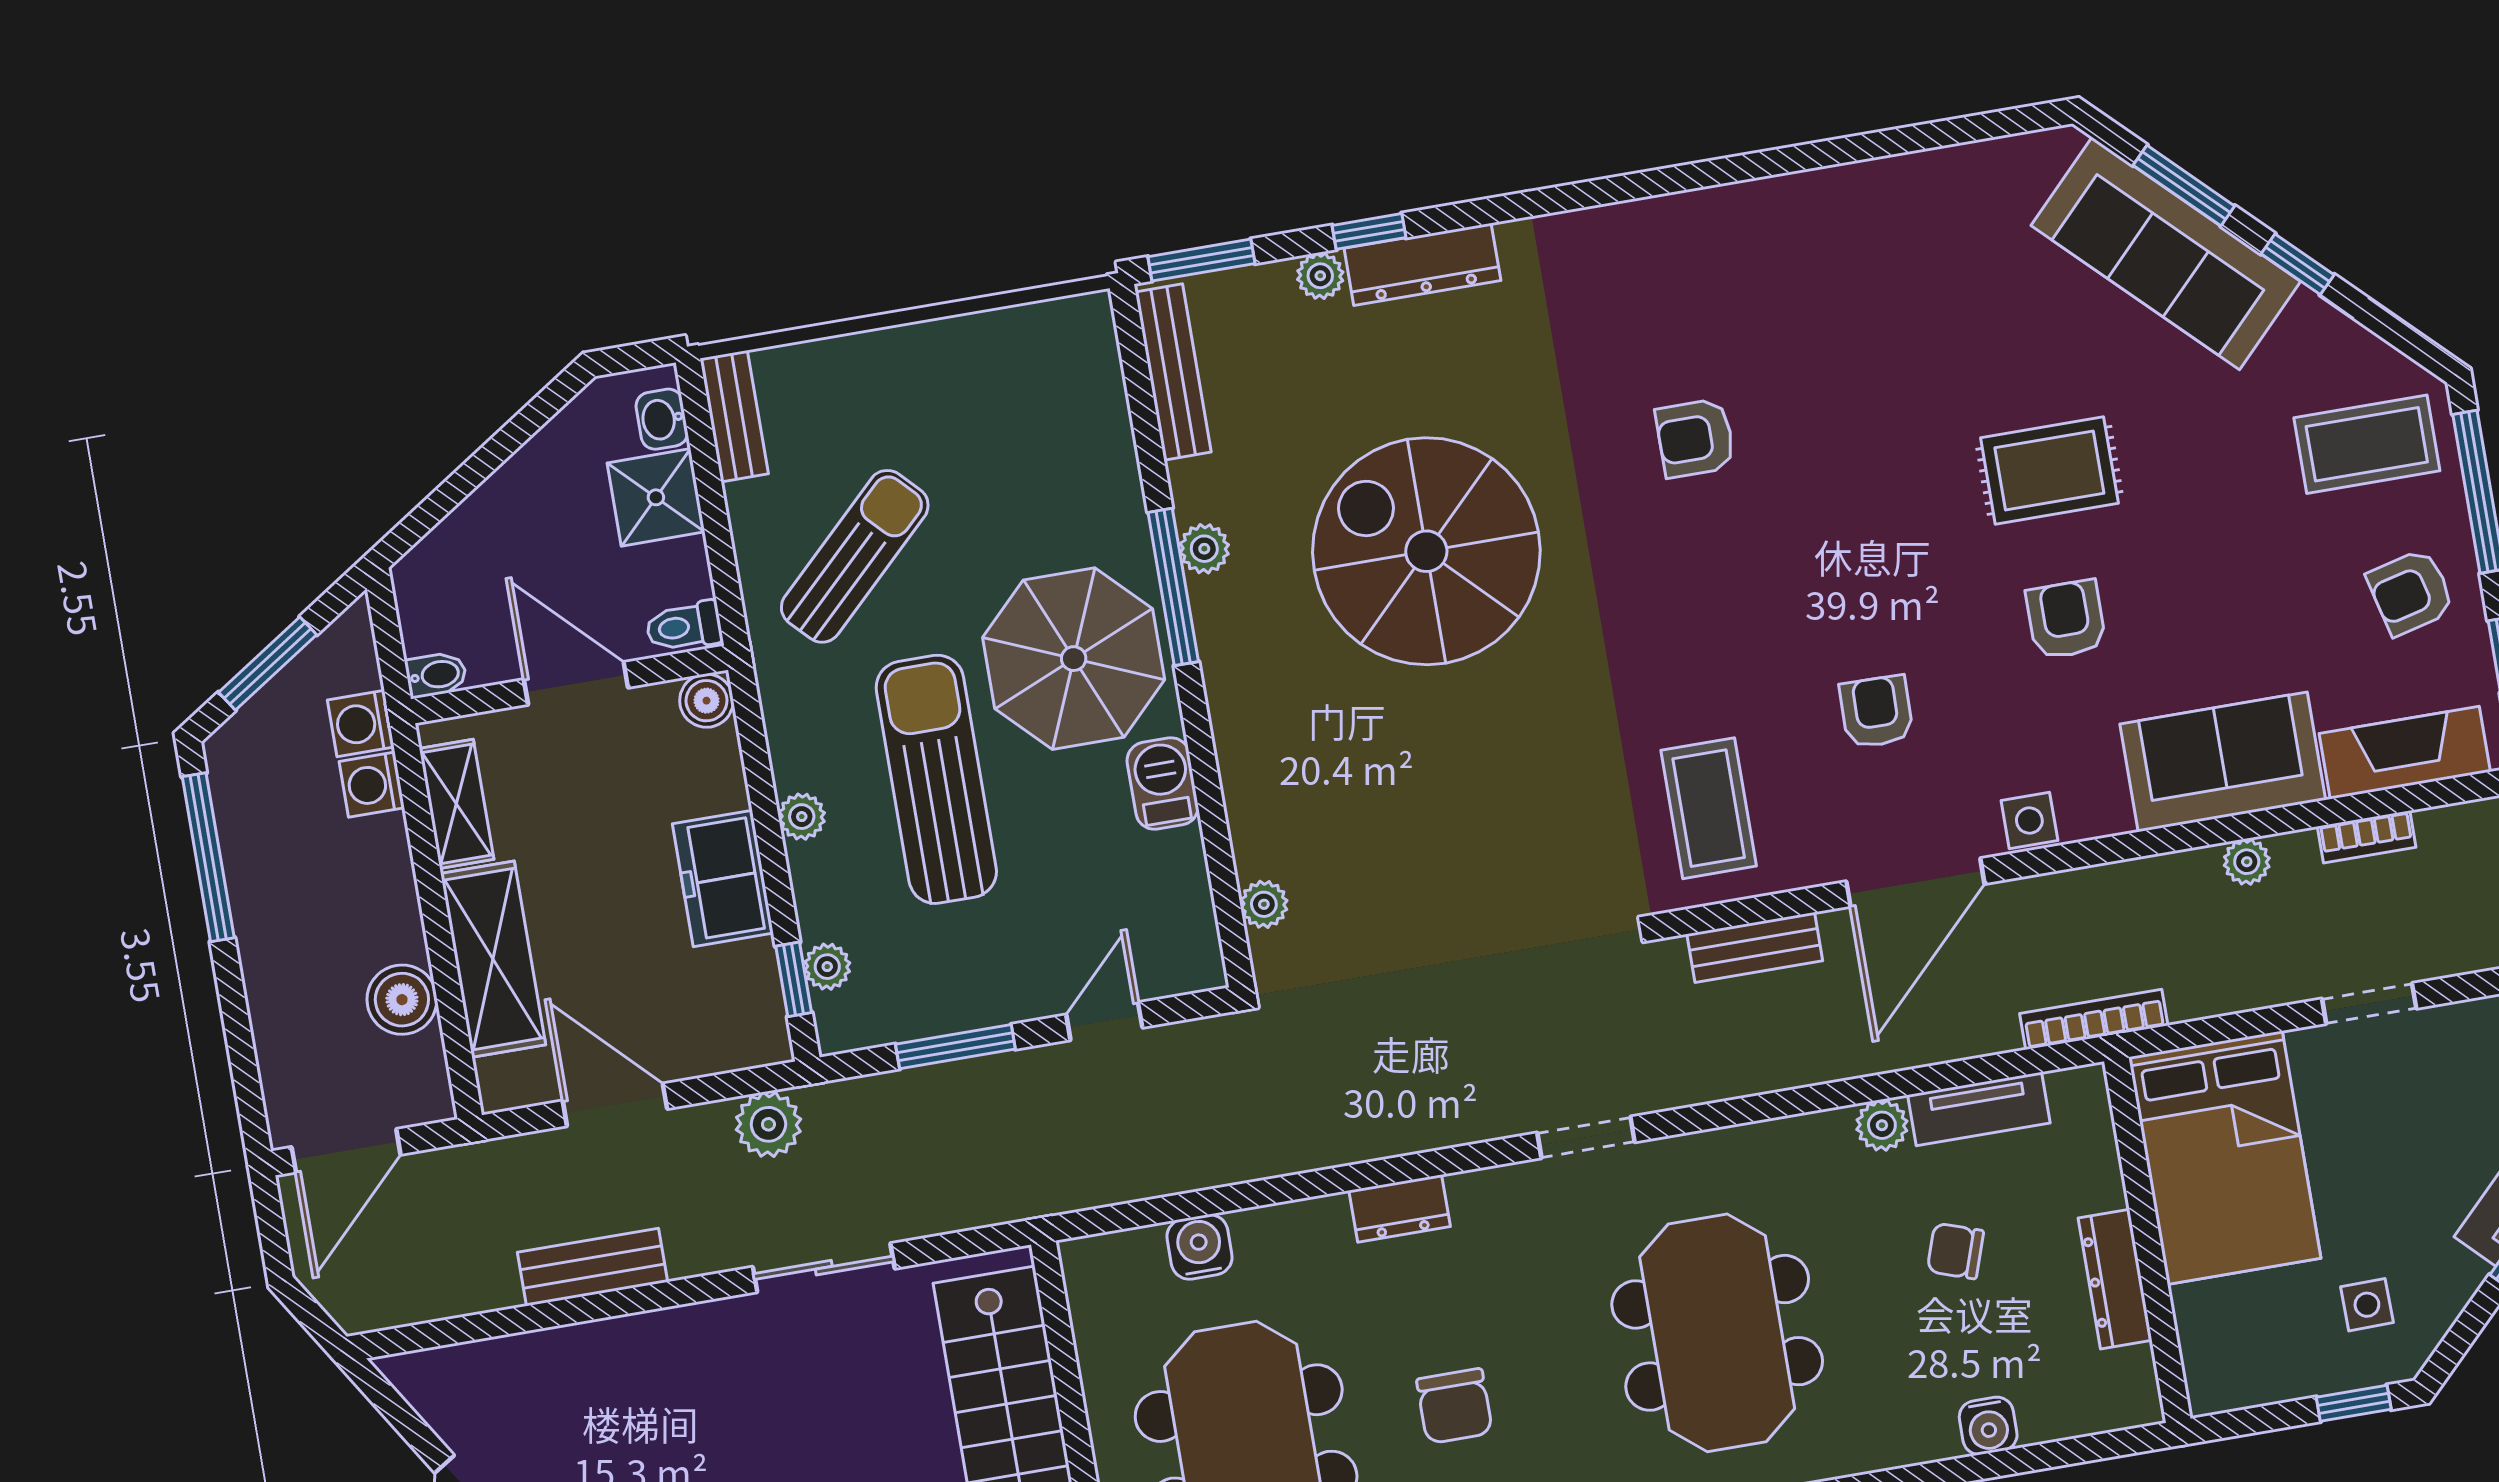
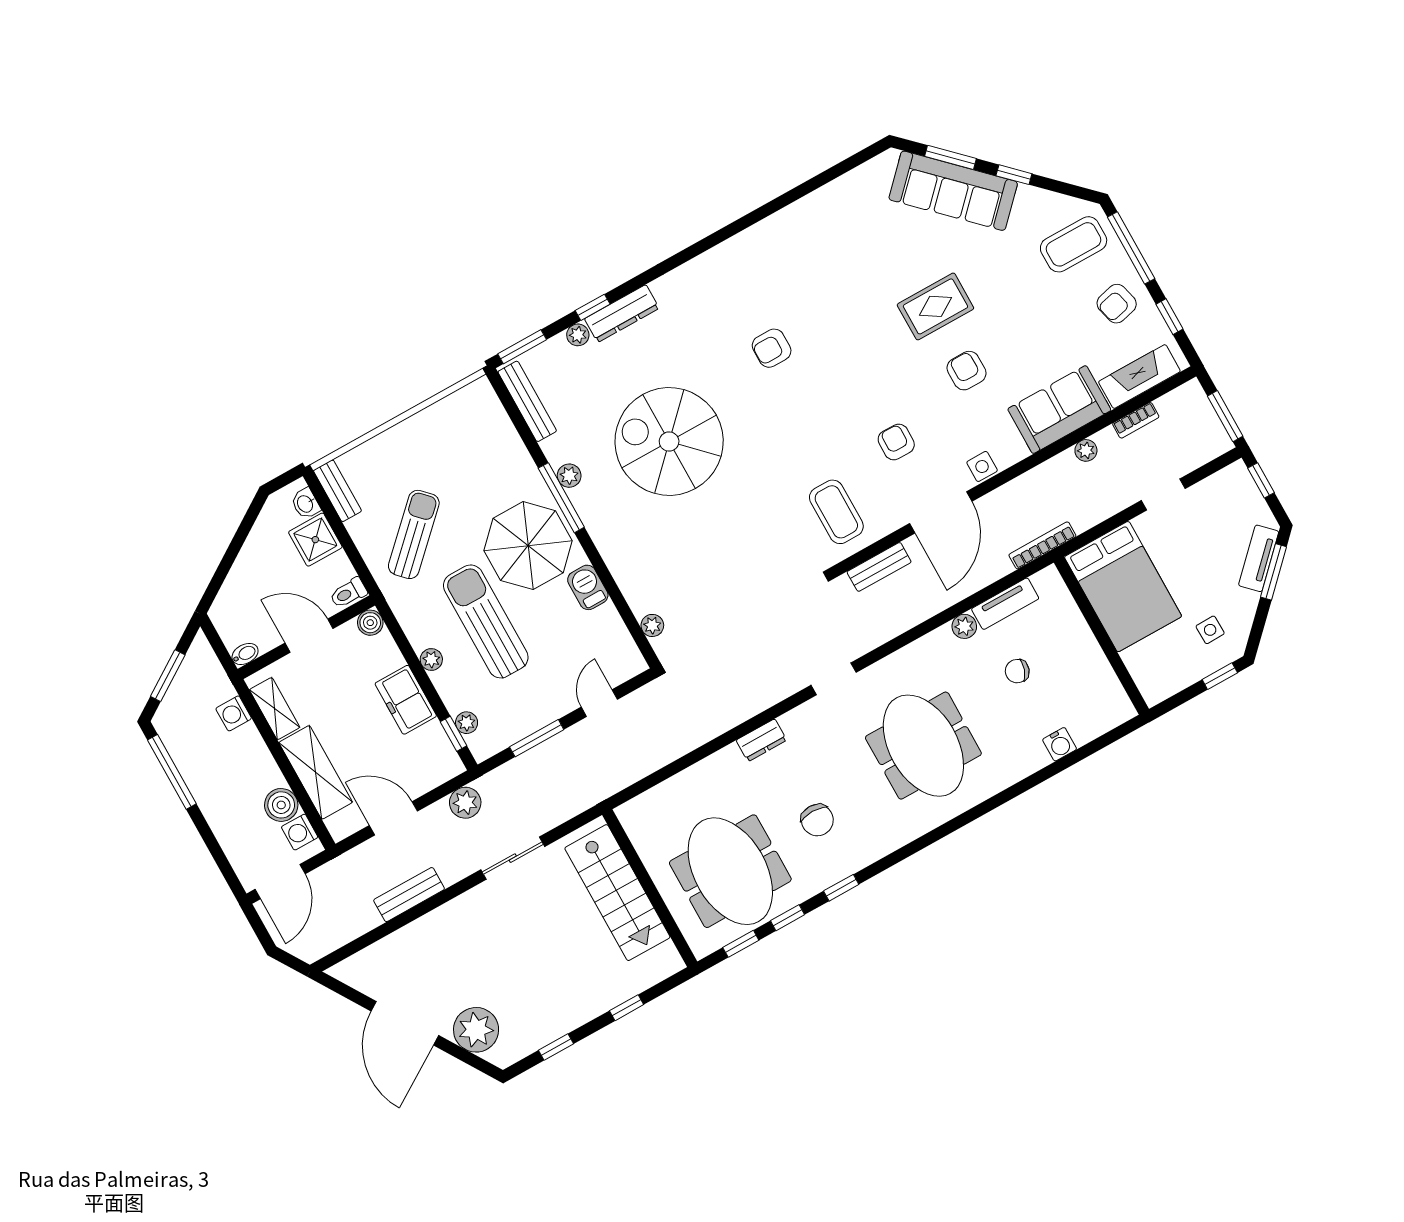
washing machine: (361, 723) -> (300, 832), moved
water cooler: (1199, 1247) -> (678, 789), removed
dresser: (2115, 1279) -> (1093, 658), removed

